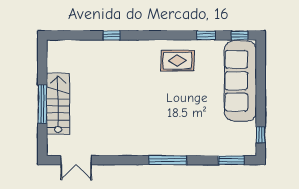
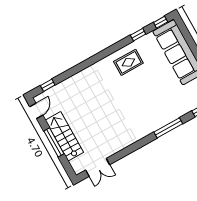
window: (112, 35) -> (48, 85), moved
door: (42, 57) -> (36, 111), added
window: (168, 160) -> (168, 128), moved

